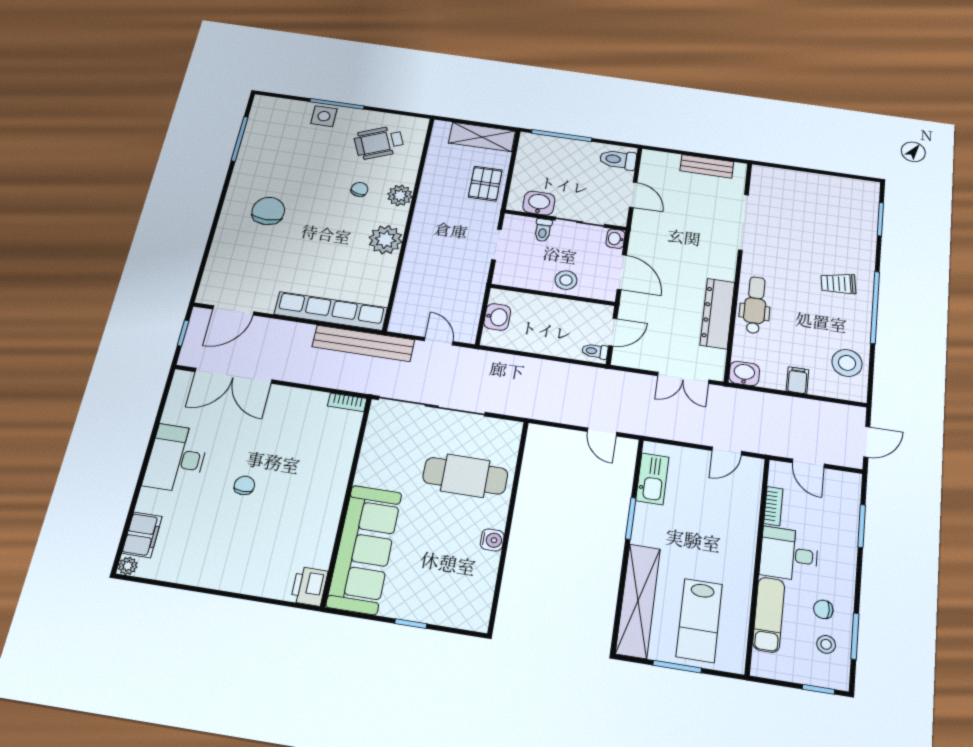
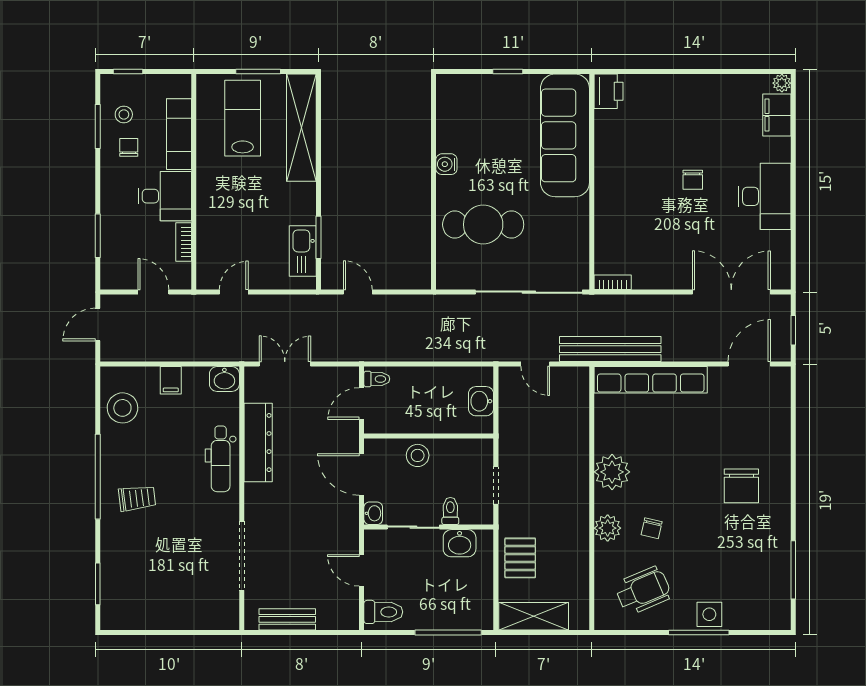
window: (631, 518) -> (318, 237), moved
chair: (823, 609) -> (129, 147), turned -90

